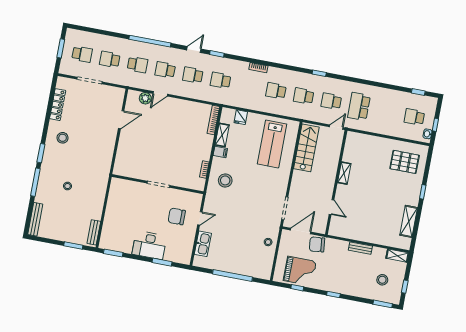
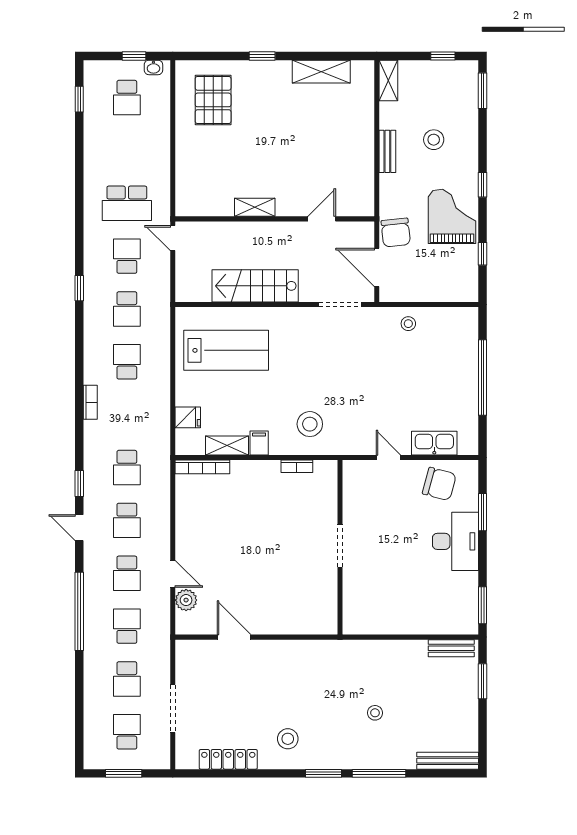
school desk: (276, 91) -> (127, 362), turned 180
school desk: (331, 101) -> (127, 256), turned 180
stairs: (306, 148) -> (255, 286), moved
chair: (177, 216) -> (439, 484), moved, turned -75
grand piano: (300, 271) -> (452, 216), moved
stool: (382, 280) -> (434, 140), moved

